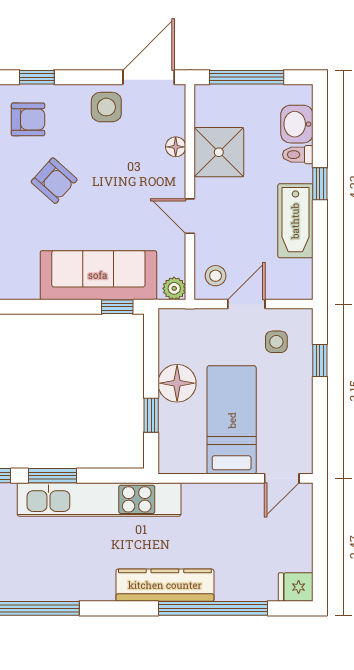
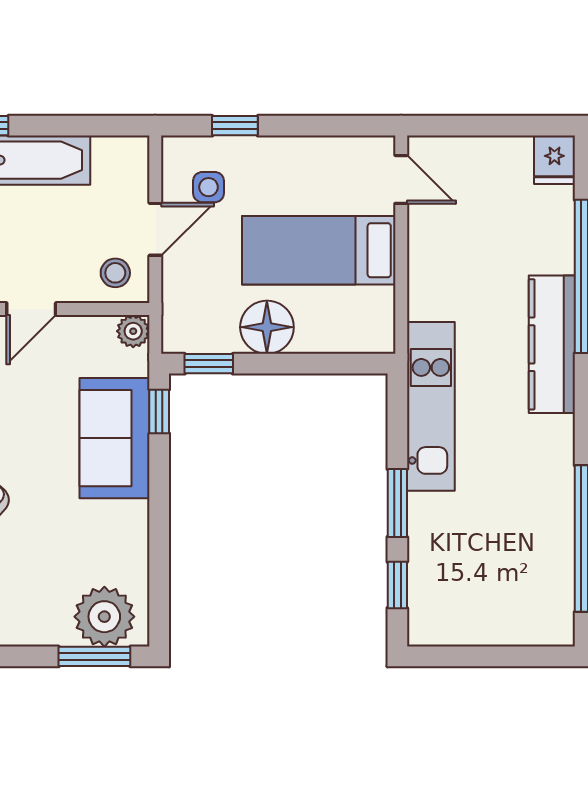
sofa: (98, 275) -> (115, 438), width x0.73
door: (246, 304) -> (155, 229), swing flipped
window: (151, 415) -> (209, 364), moved
kitchen unit: (99, 499) -> (431, 406), width x0.73

